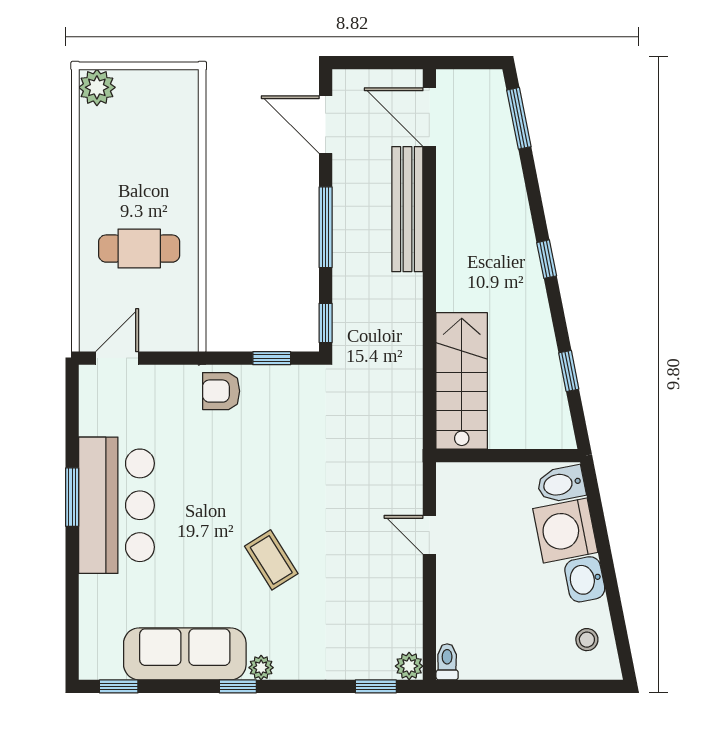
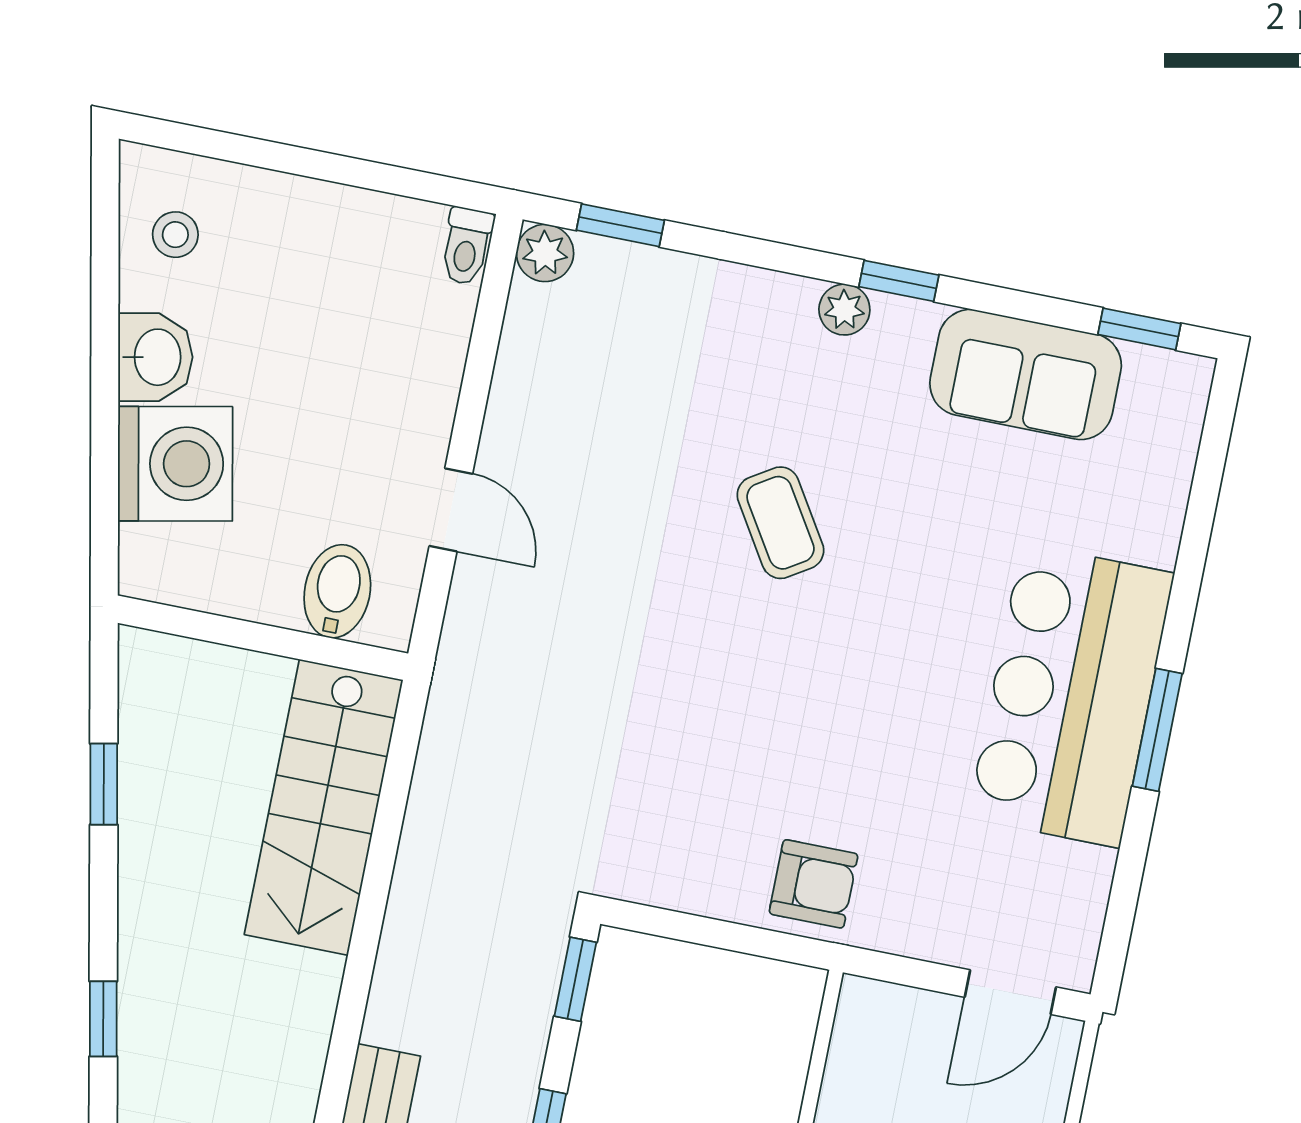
window: (272, 358) -> (698, 930), removed
bidet: (561, 484) -> (337, 591), moved, turned -79
sofa: (185, 654) -> (1026, 375), width x0.73

